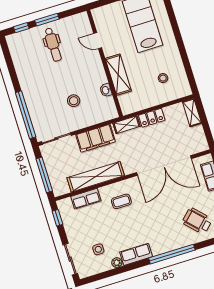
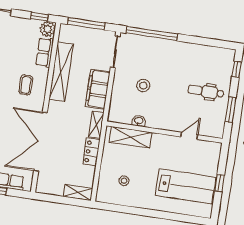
window: (47, 20) -> (231, 110), moved
shelving: (118, 75) -> (131, 137), moved
plant: (65, 206) -> (47, 29), added

